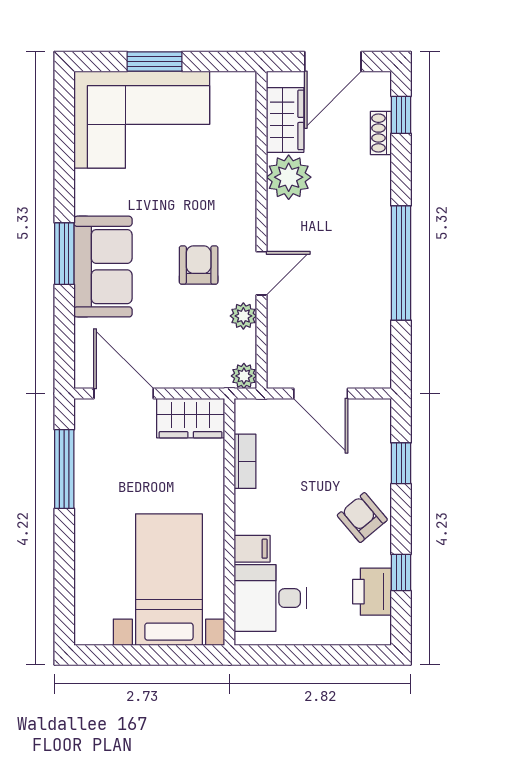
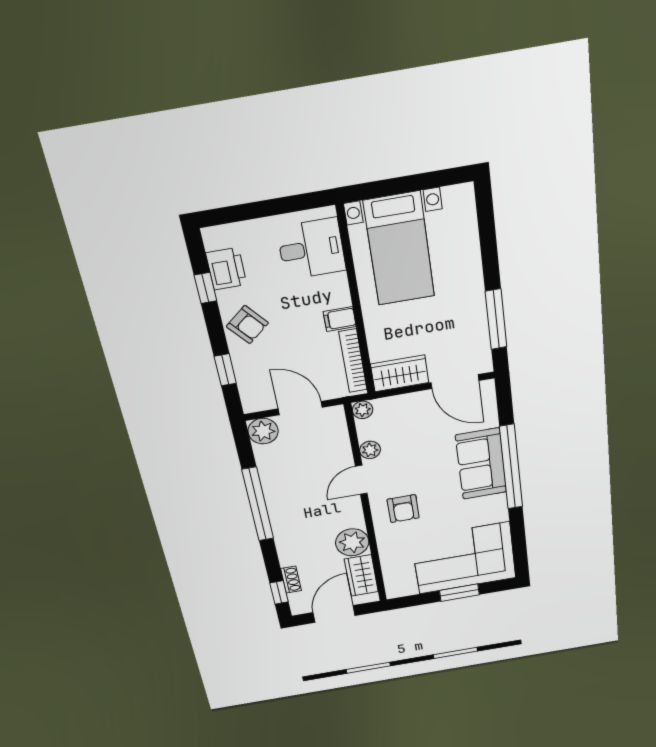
window: (64, 254) -> (511, 467), width x2.11
armchair: (199, 265) -> (403, 509), moved
plant: (373, 370) -> (263, 431), added
bookcase: (245, 461) -> (353, 361), width x1.56
filing cabinet: (252, 549) -> (340, 319), moved

